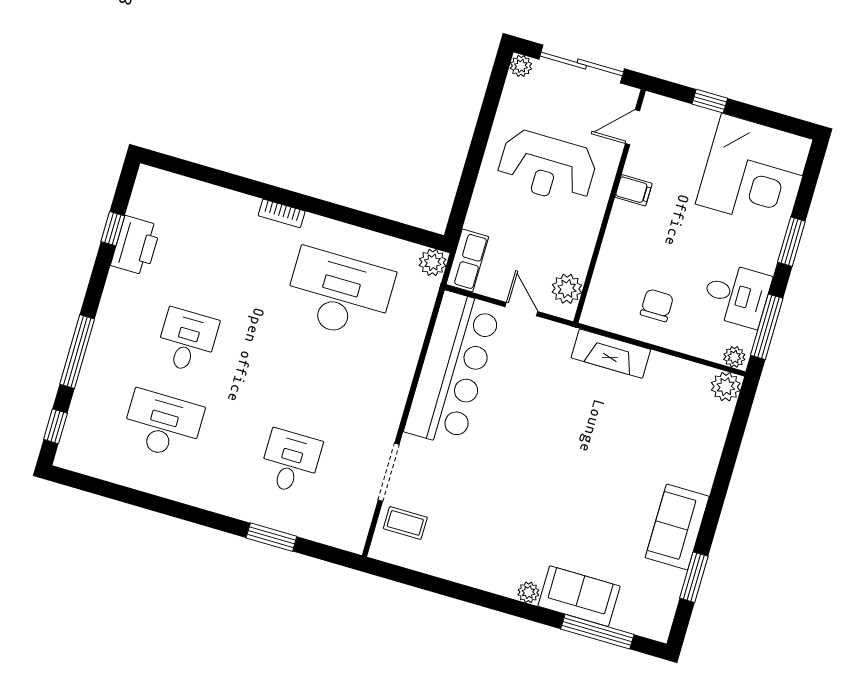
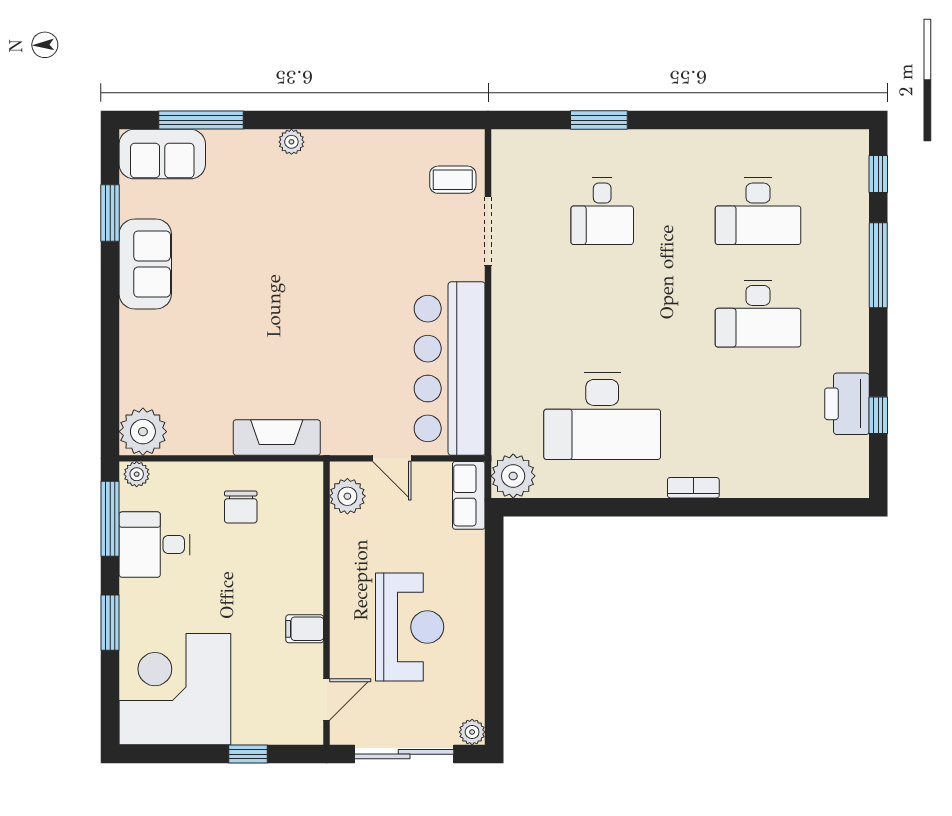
reception desk: (547, 167) -> (410, 627), turned 90
plant: (433, 262) -> (513, 476), width x1.36, depth x1.36
desk: (187, 341) -> (758, 314), width x1.37
plant: (726, 387) -> (143, 432), width x1.36, depth x1.36
sofa: (579, 596) -> (162, 154), moved

